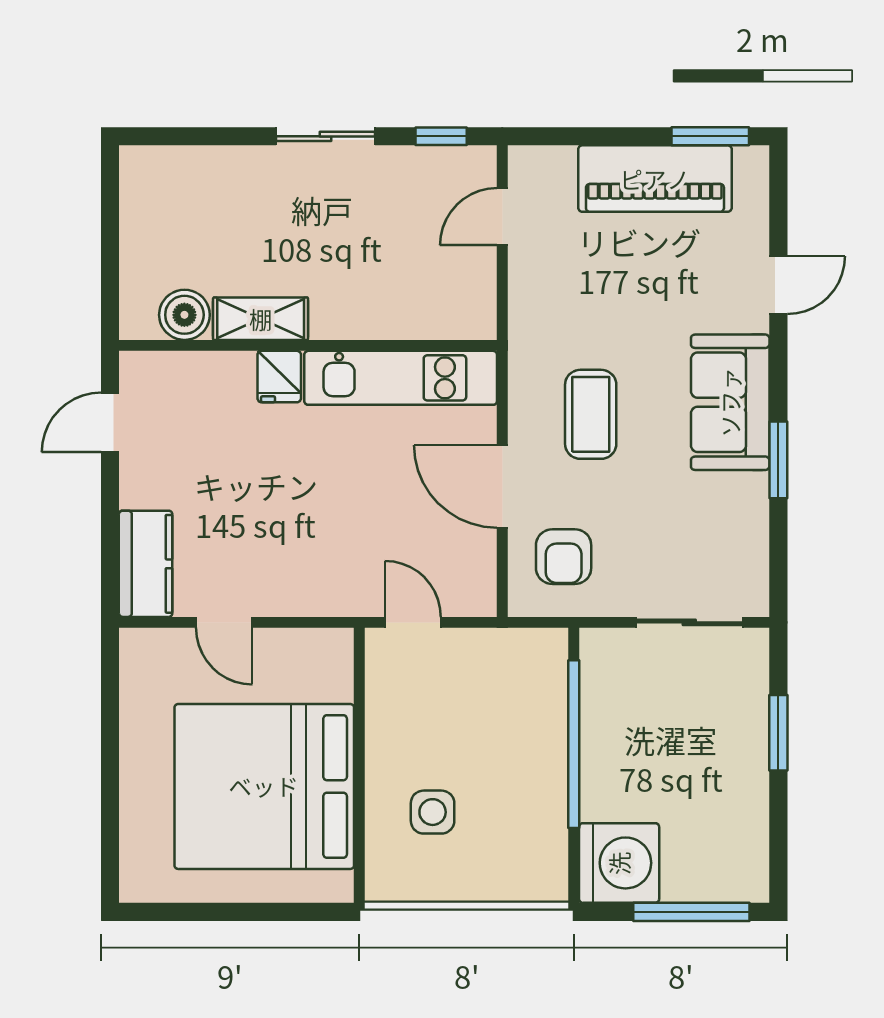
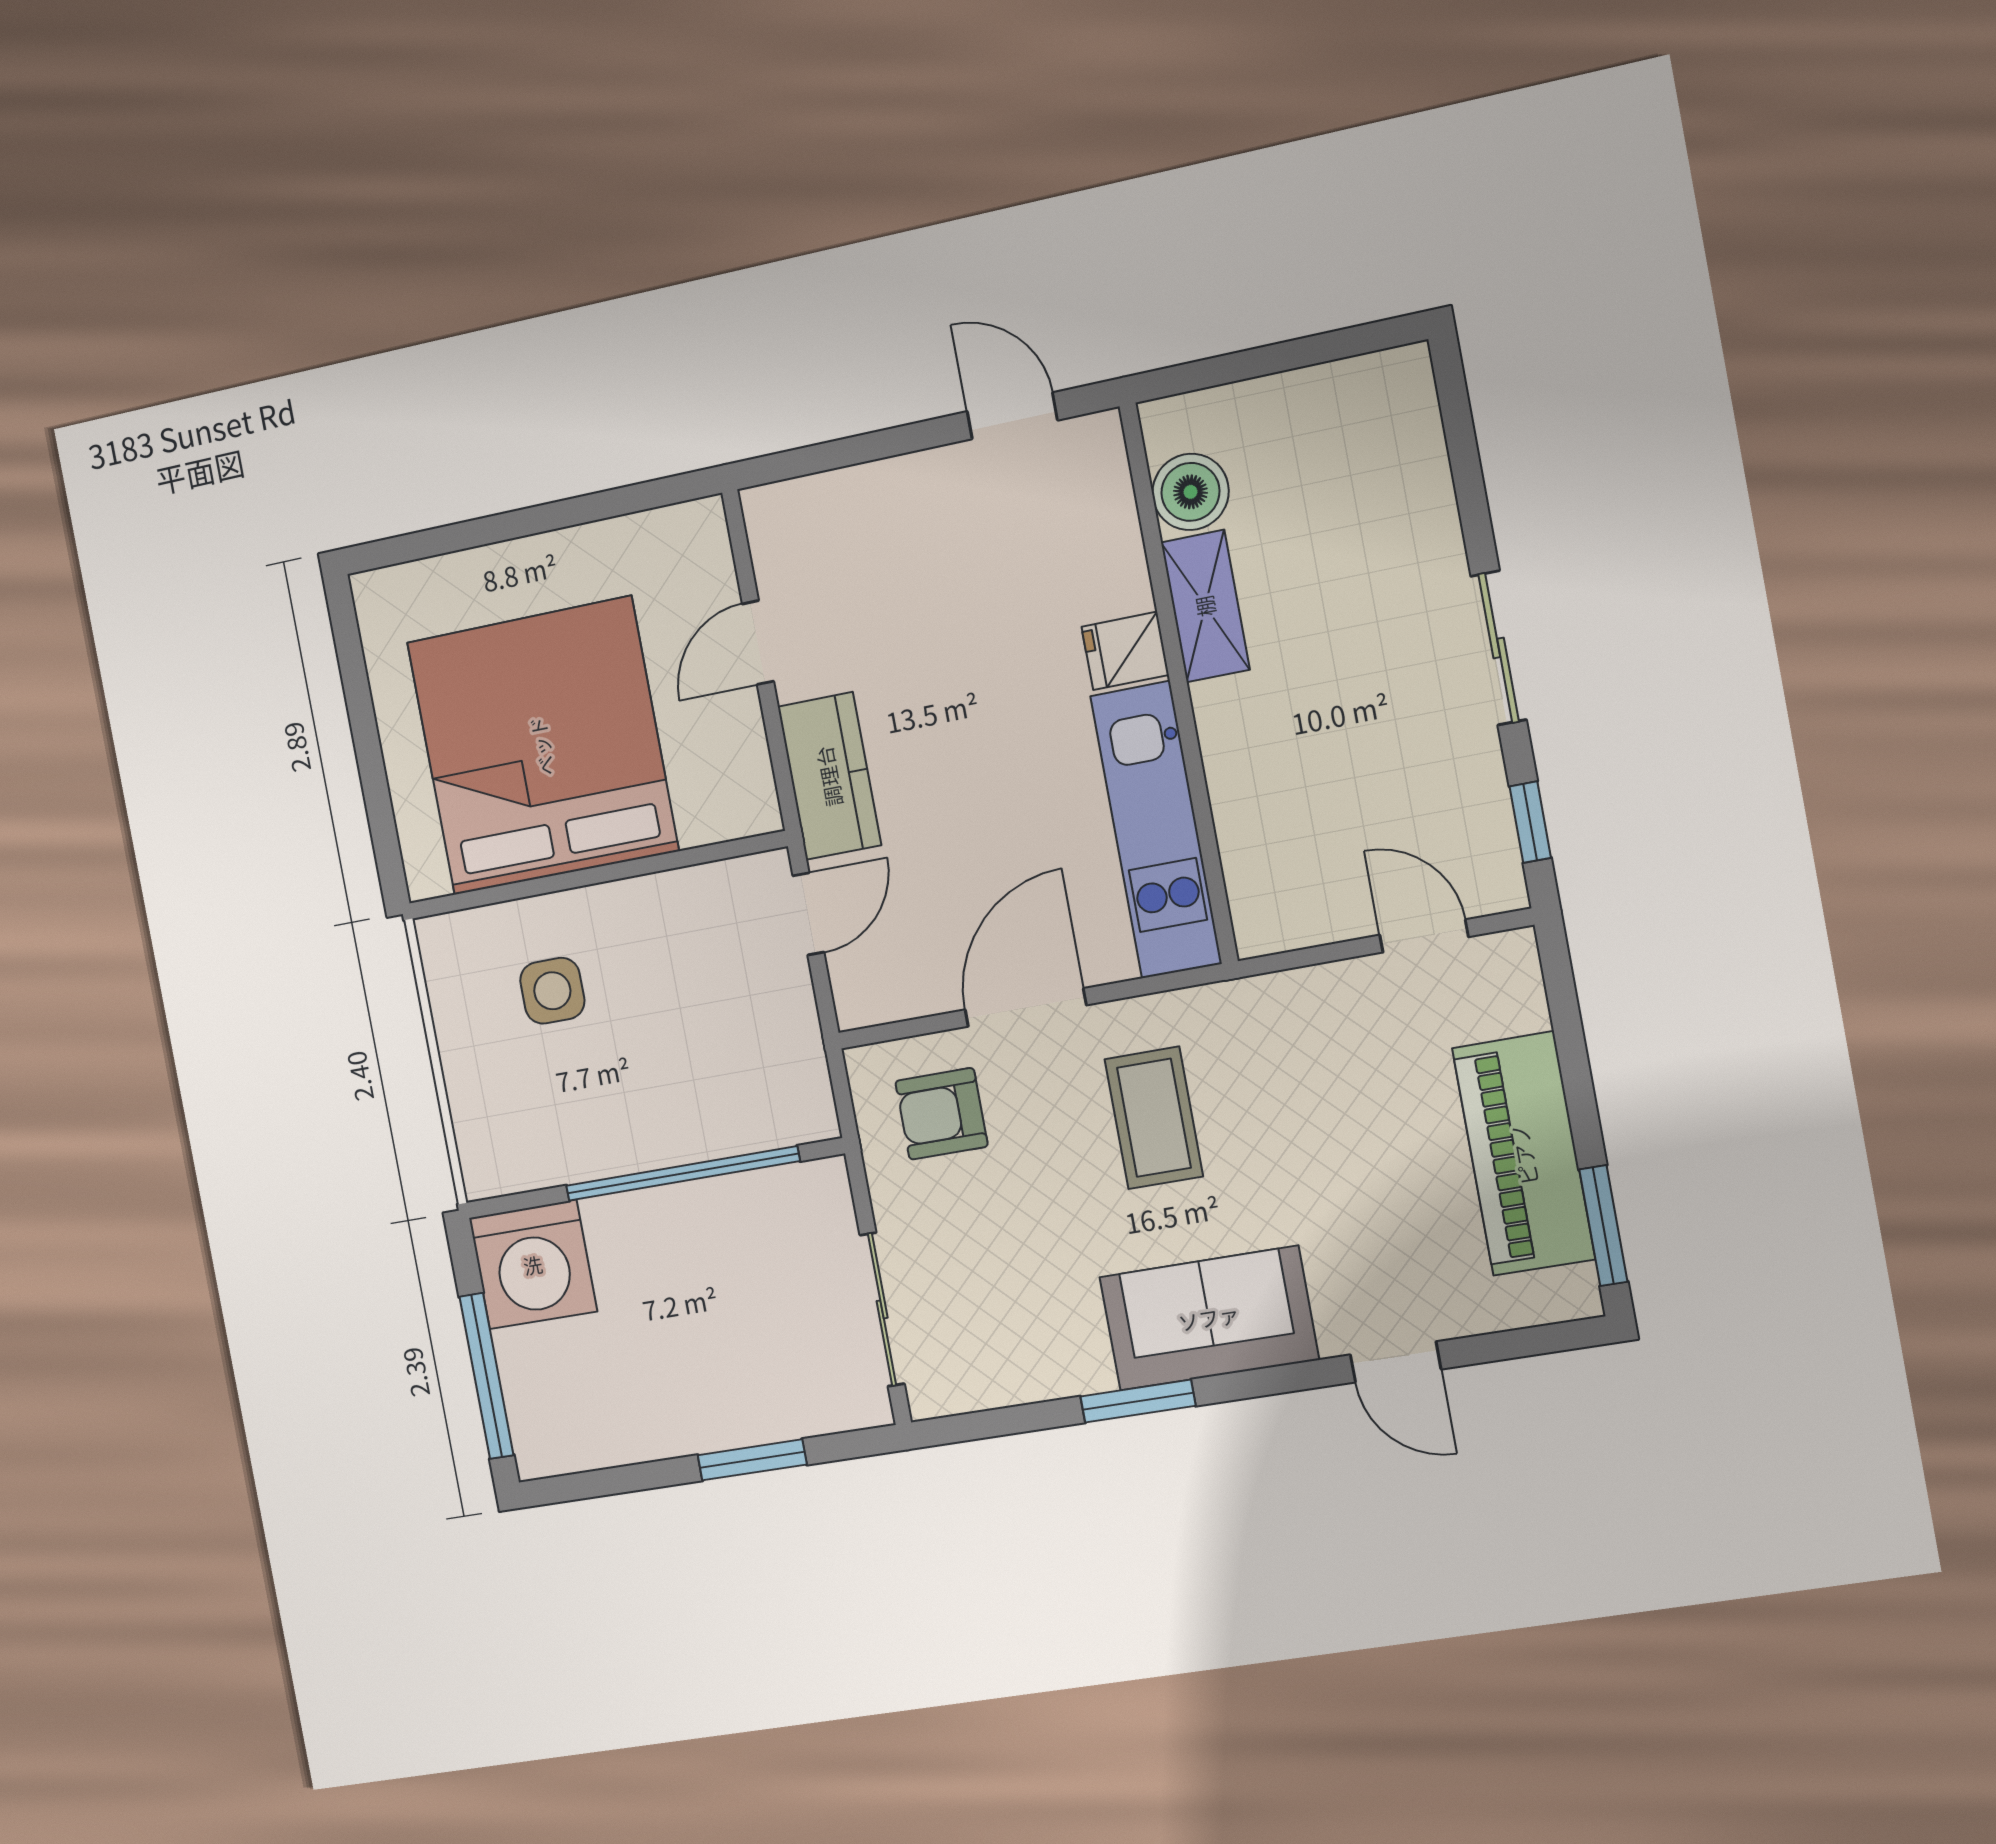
coffee table: (591, 414) -> (1154, 1118), turned 90
kitchen counter: (146, 564) -> (829, 776), moved, turned -90

